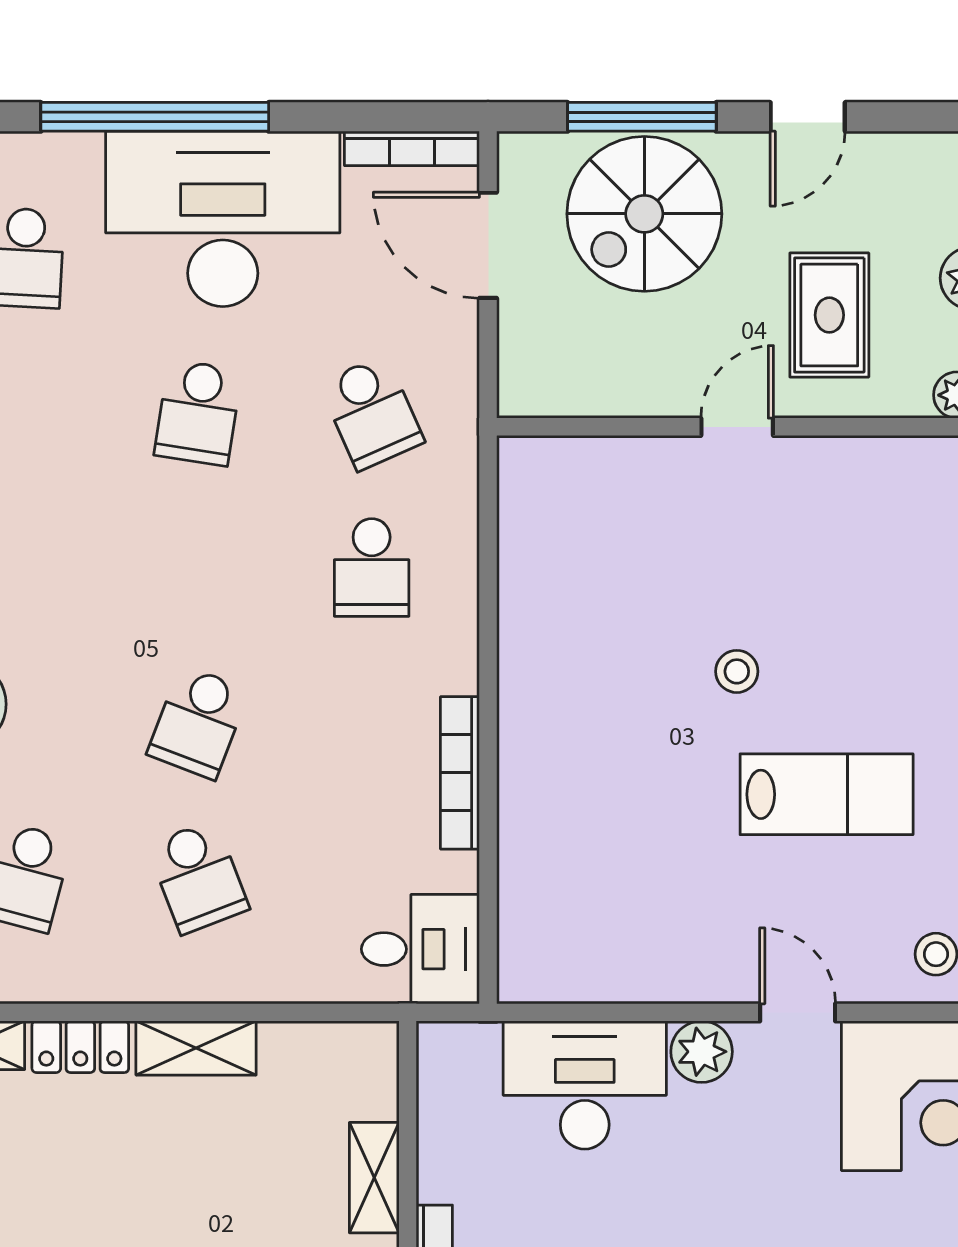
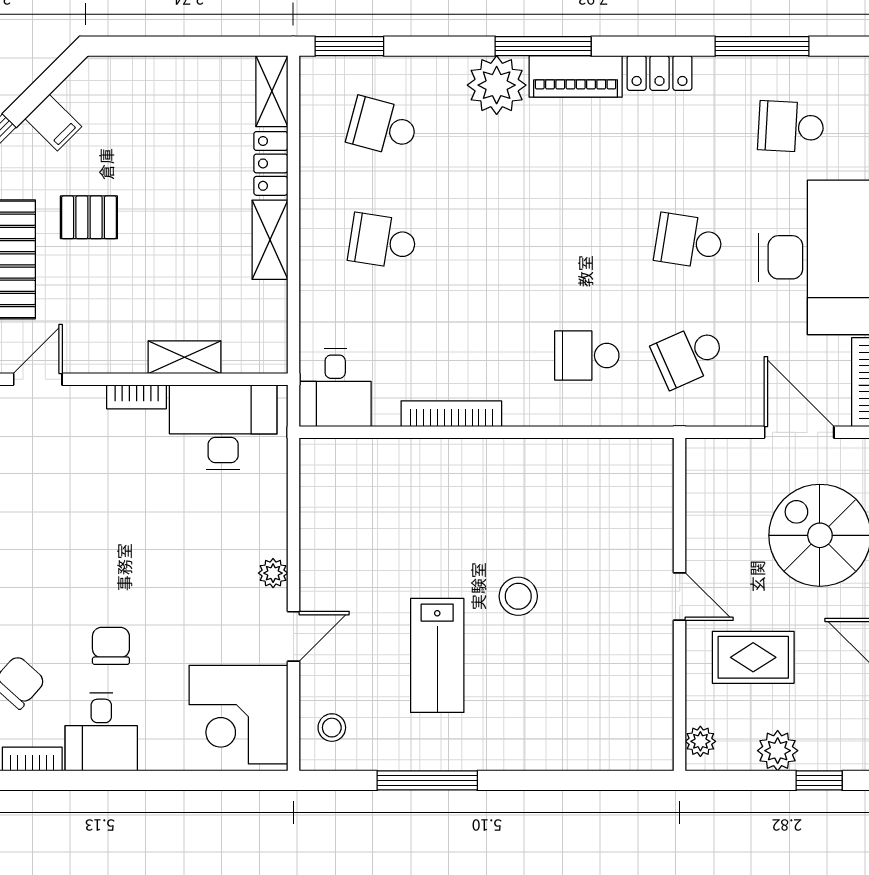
door: (488, 245) -> (799, 432), hinge flipped
stool: (737, 671) -> (518, 596), width x1.37, depth x1.37
school desk: (198, 722) -> (485, 241), removed
school desk: (198, 877) -> (383, 241), turned 30
plant: (702, 1052) -> (273, 573), width x0.73, depth x0.73
desk: (585, 1085) -> (223, 427), moved, turned -90

